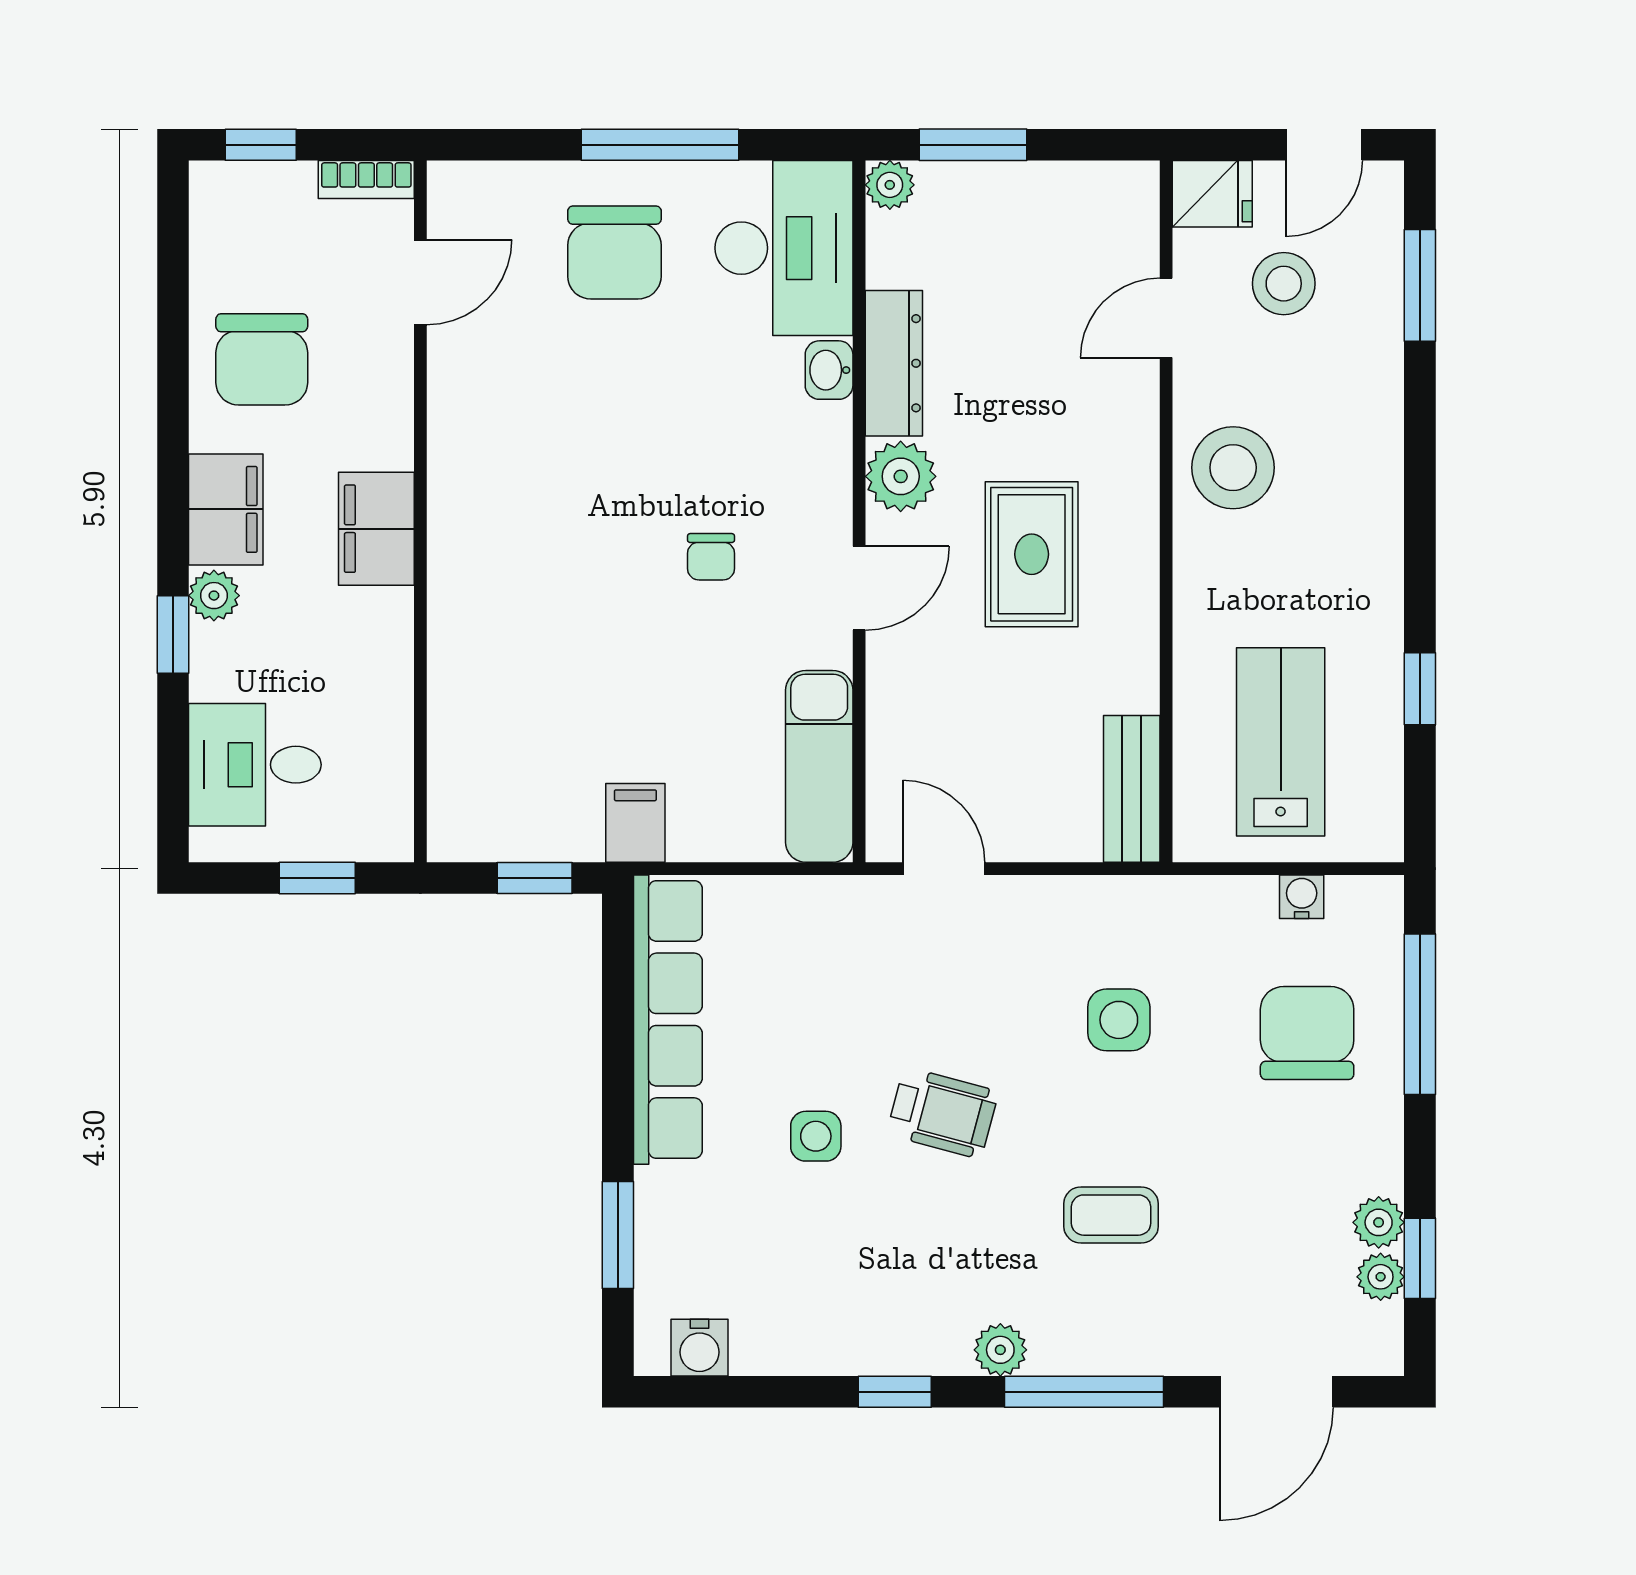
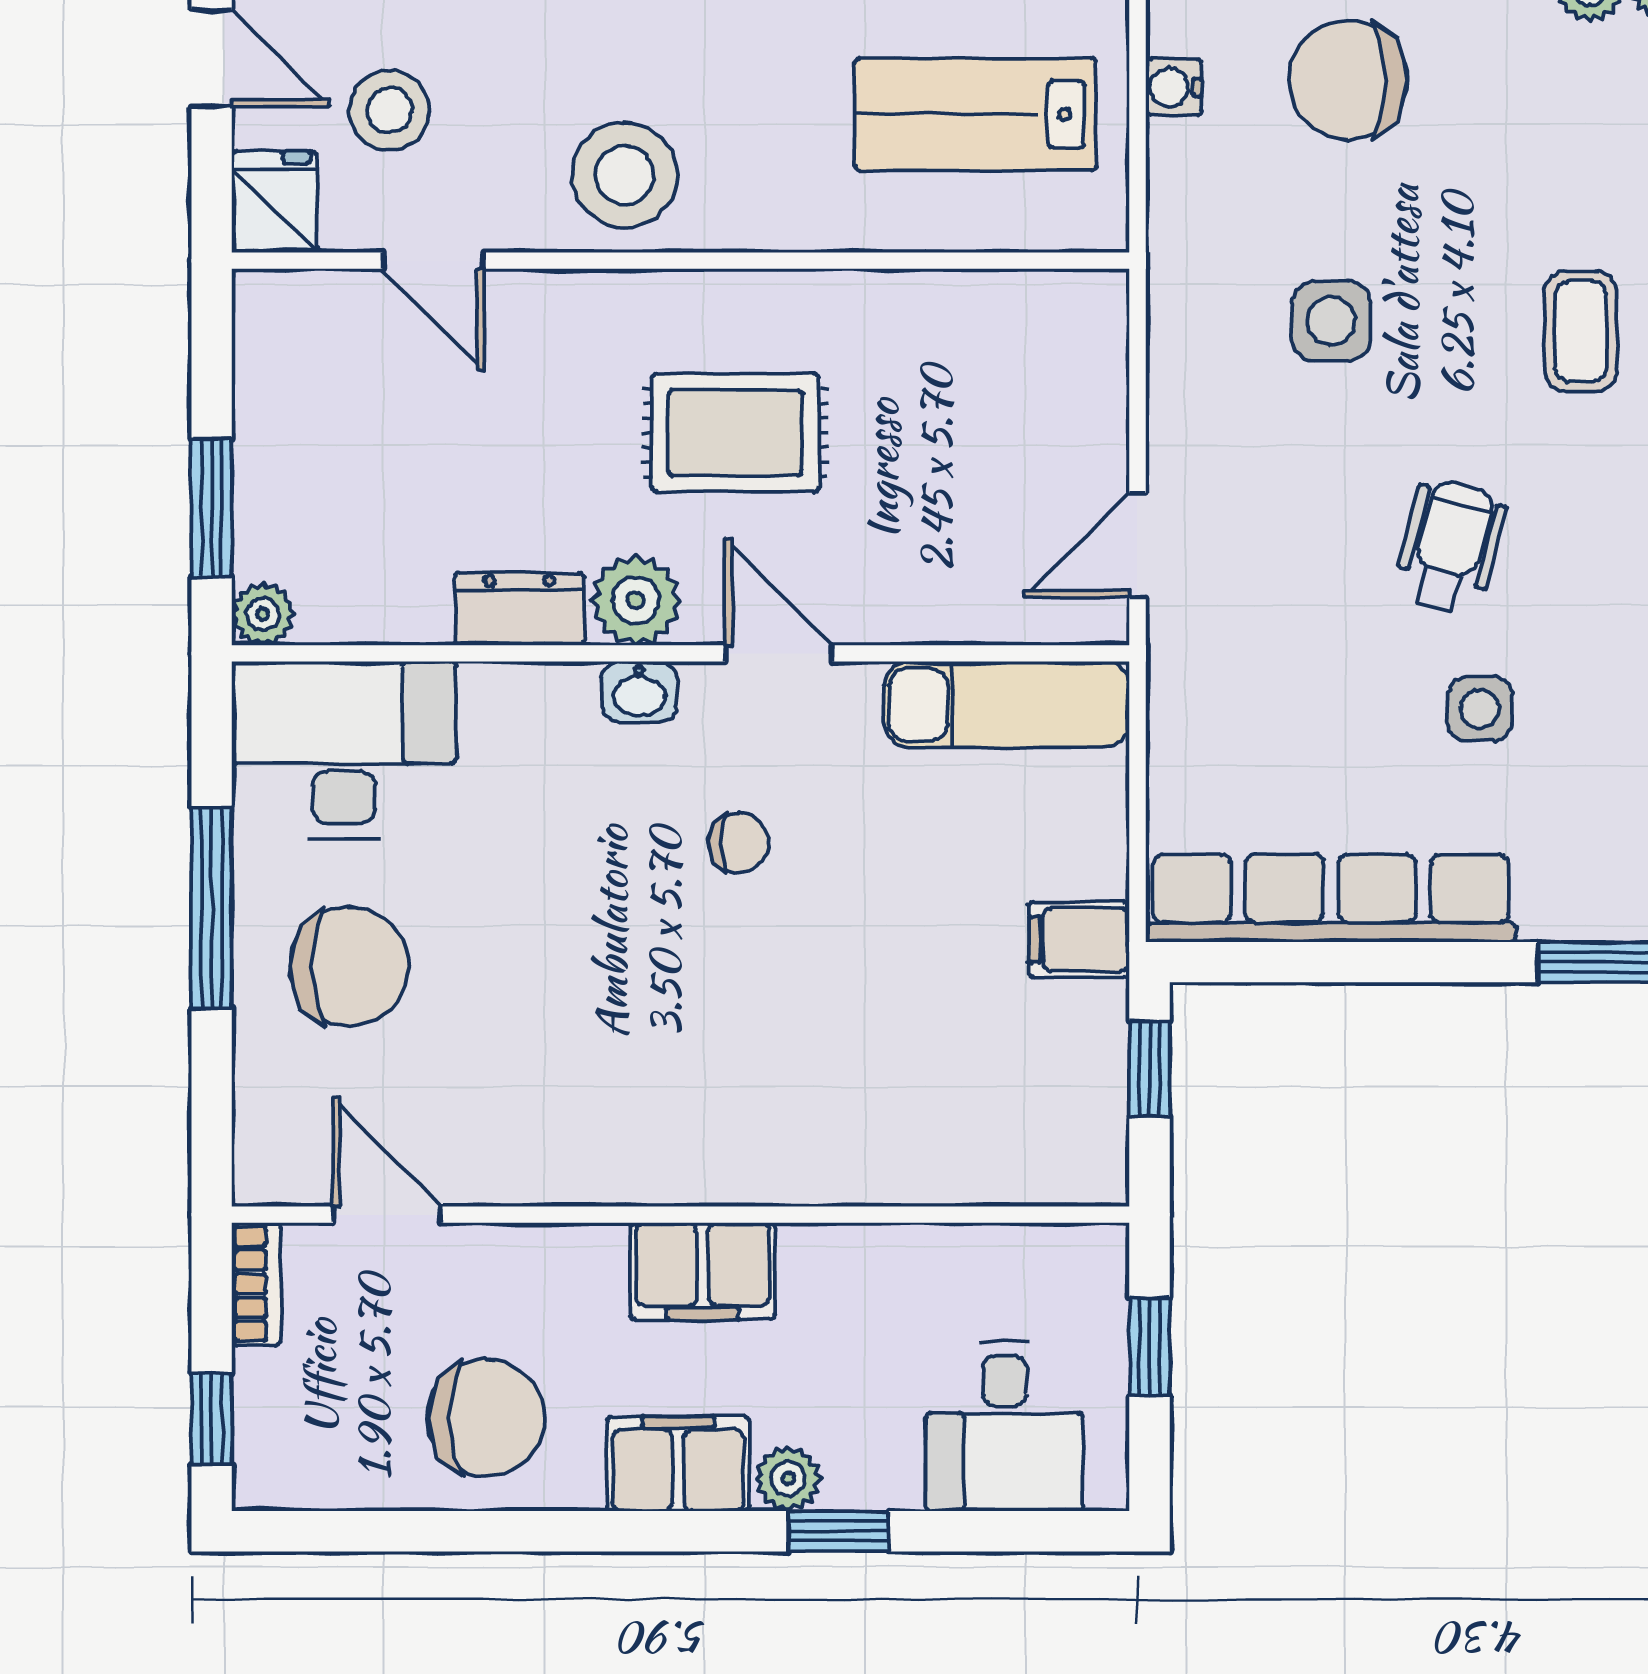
dresser: (894, 363) -> (519, 609), width x0.70
washbasin: (829, 370) -> (639, 692), moved
bench: (1132, 789) -> (1035, 305), removed

